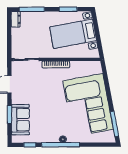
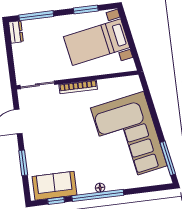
sofa: (20, 120) -> (55, 186), moved, turned -90

